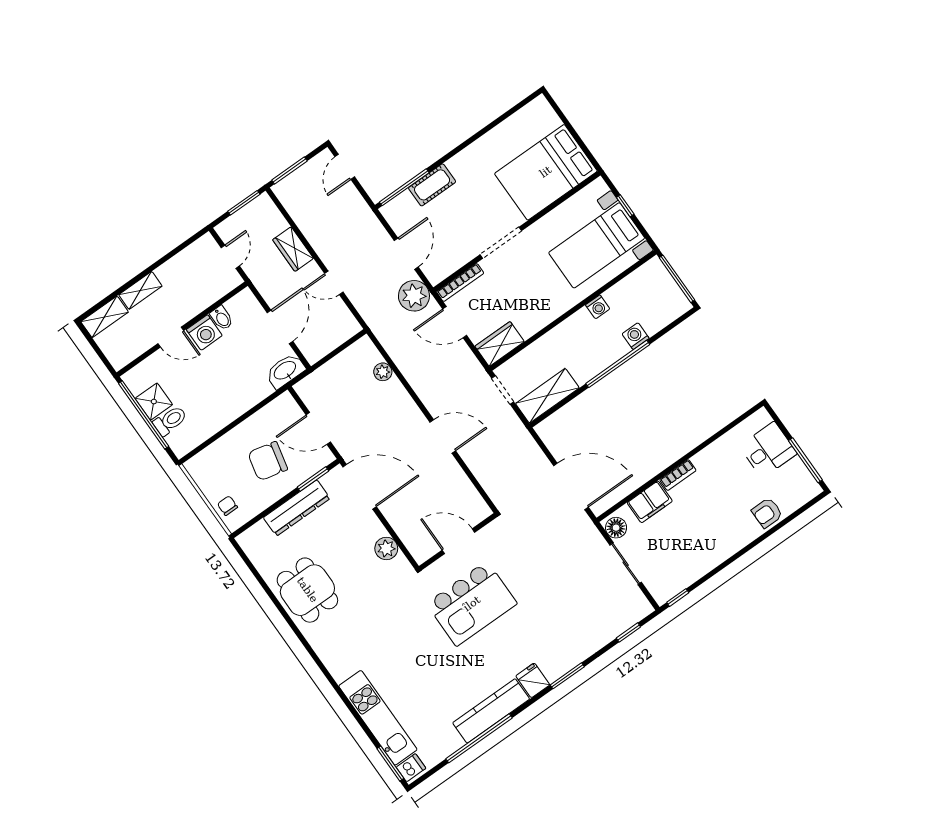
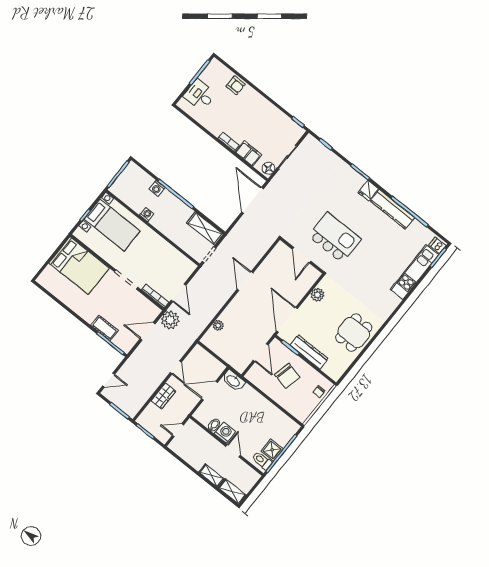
wardrobe: (500, 344) -> (183, 264), removed
toilet: (170, 421) -> (262, 461), moved

